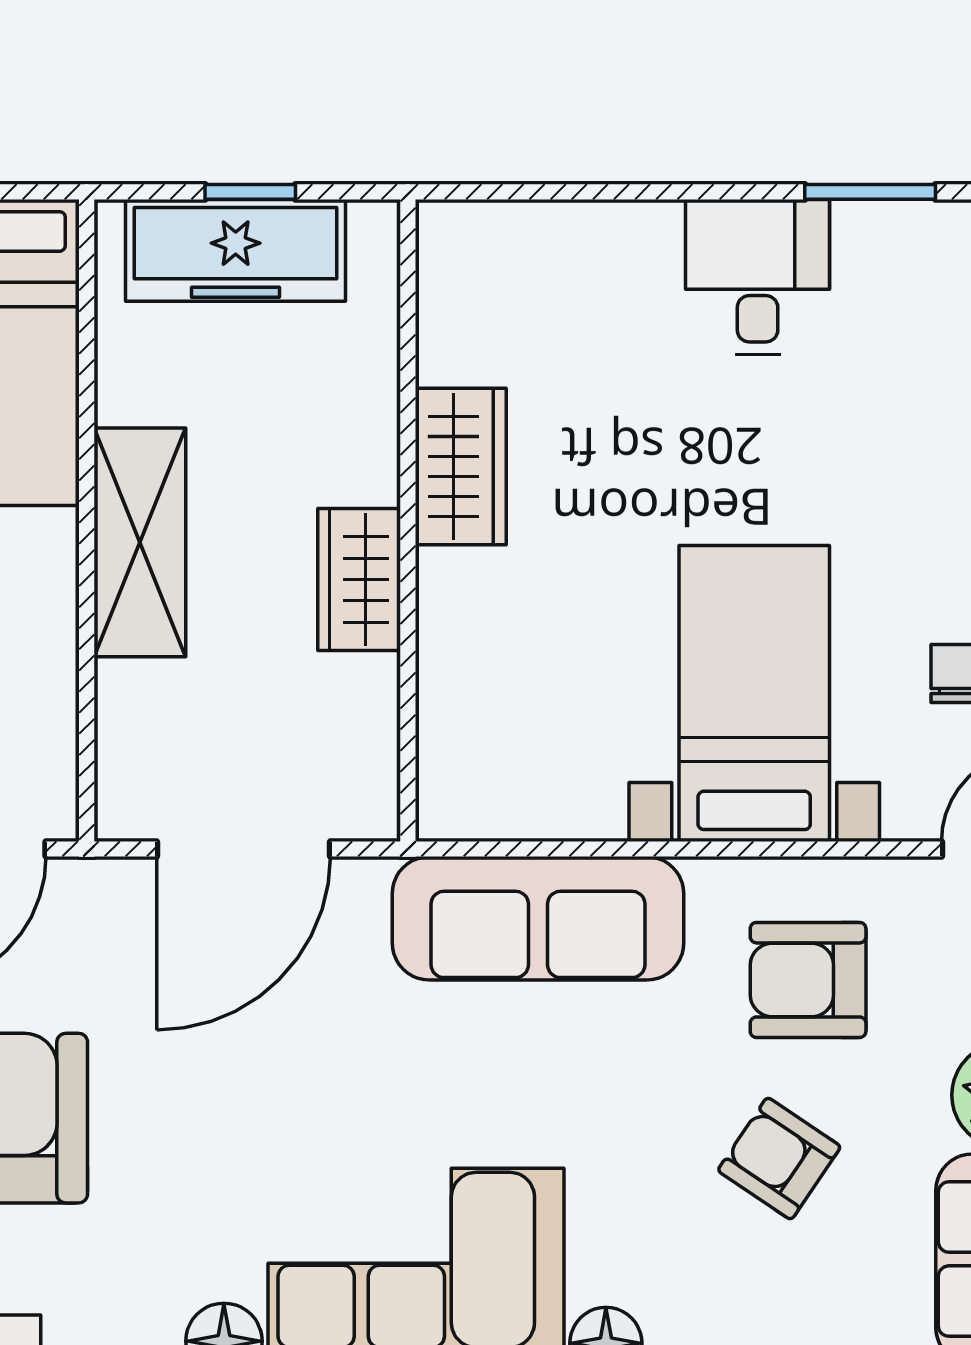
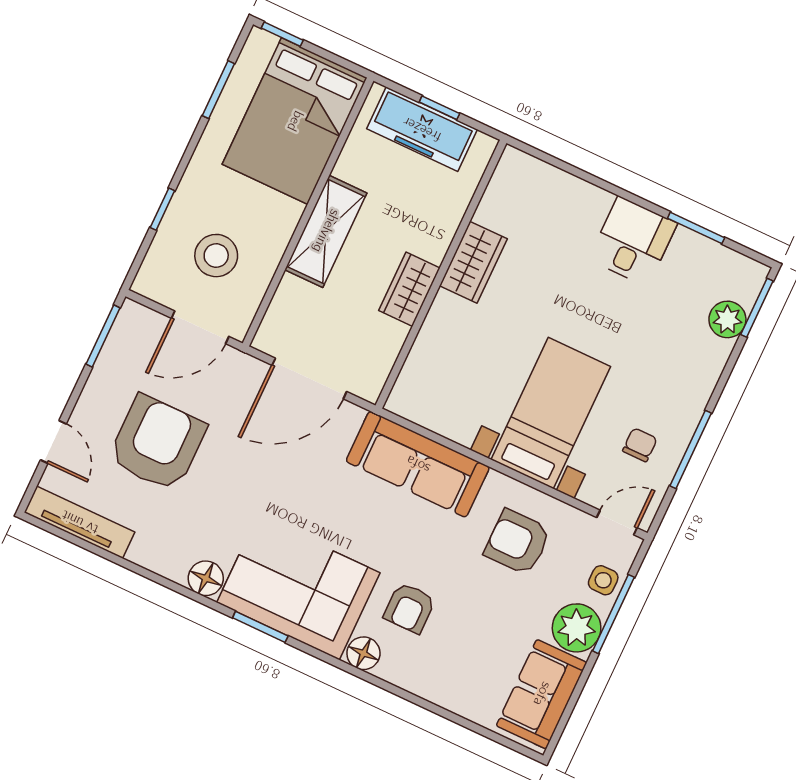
armchair: (779, 1159) -> (409, 608), moved, turned -124

